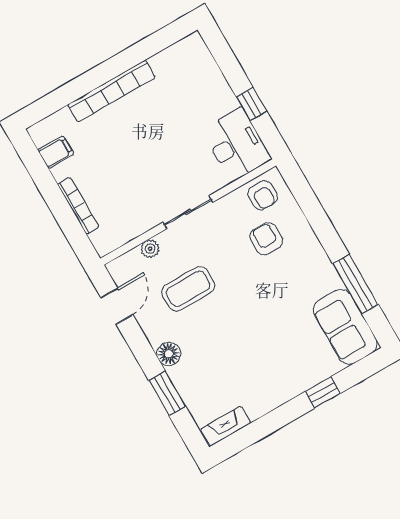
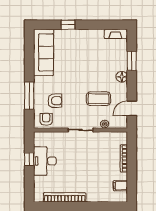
bookcase: (111, 91) -> (65, 197), moved
desk: (236, 144) -> (45, 161), moved
armchair: (266, 239) -> (55, 101), turned -90
window: (355, 284) -> (29, 96), moved
sofa: (345, 327) -> (43, 52), width x1.36

